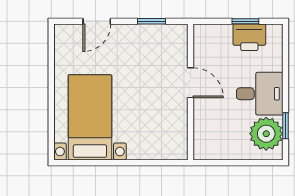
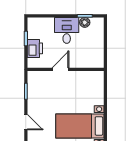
printer: (249, 37) -> (35, 48), moved
plant: (266, 134) -> (85, 22), width x0.53, depth x0.53

